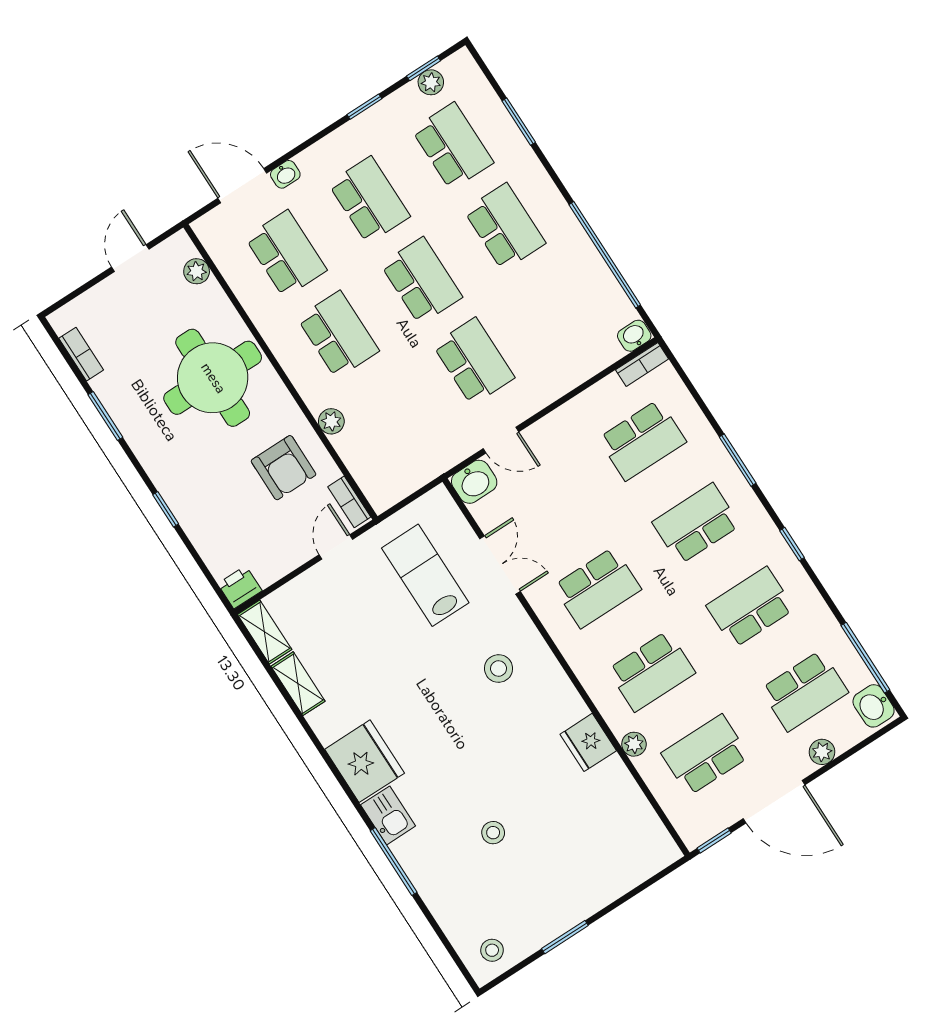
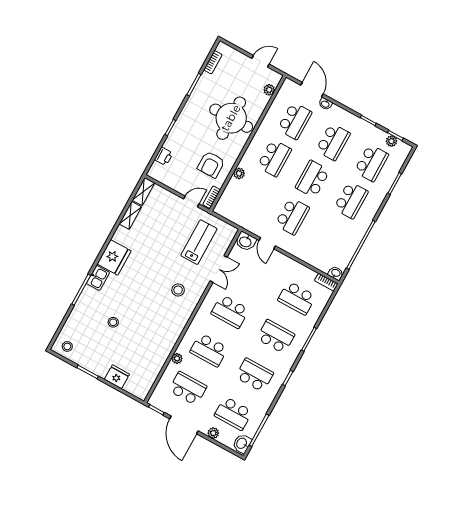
school desk: (421, 281) -> (313, 179), turned 180
printer: (240, 587) -> (164, 156), moved, turned 90
fridge: (588, 742) -> (117, 377), moved, turned 90

